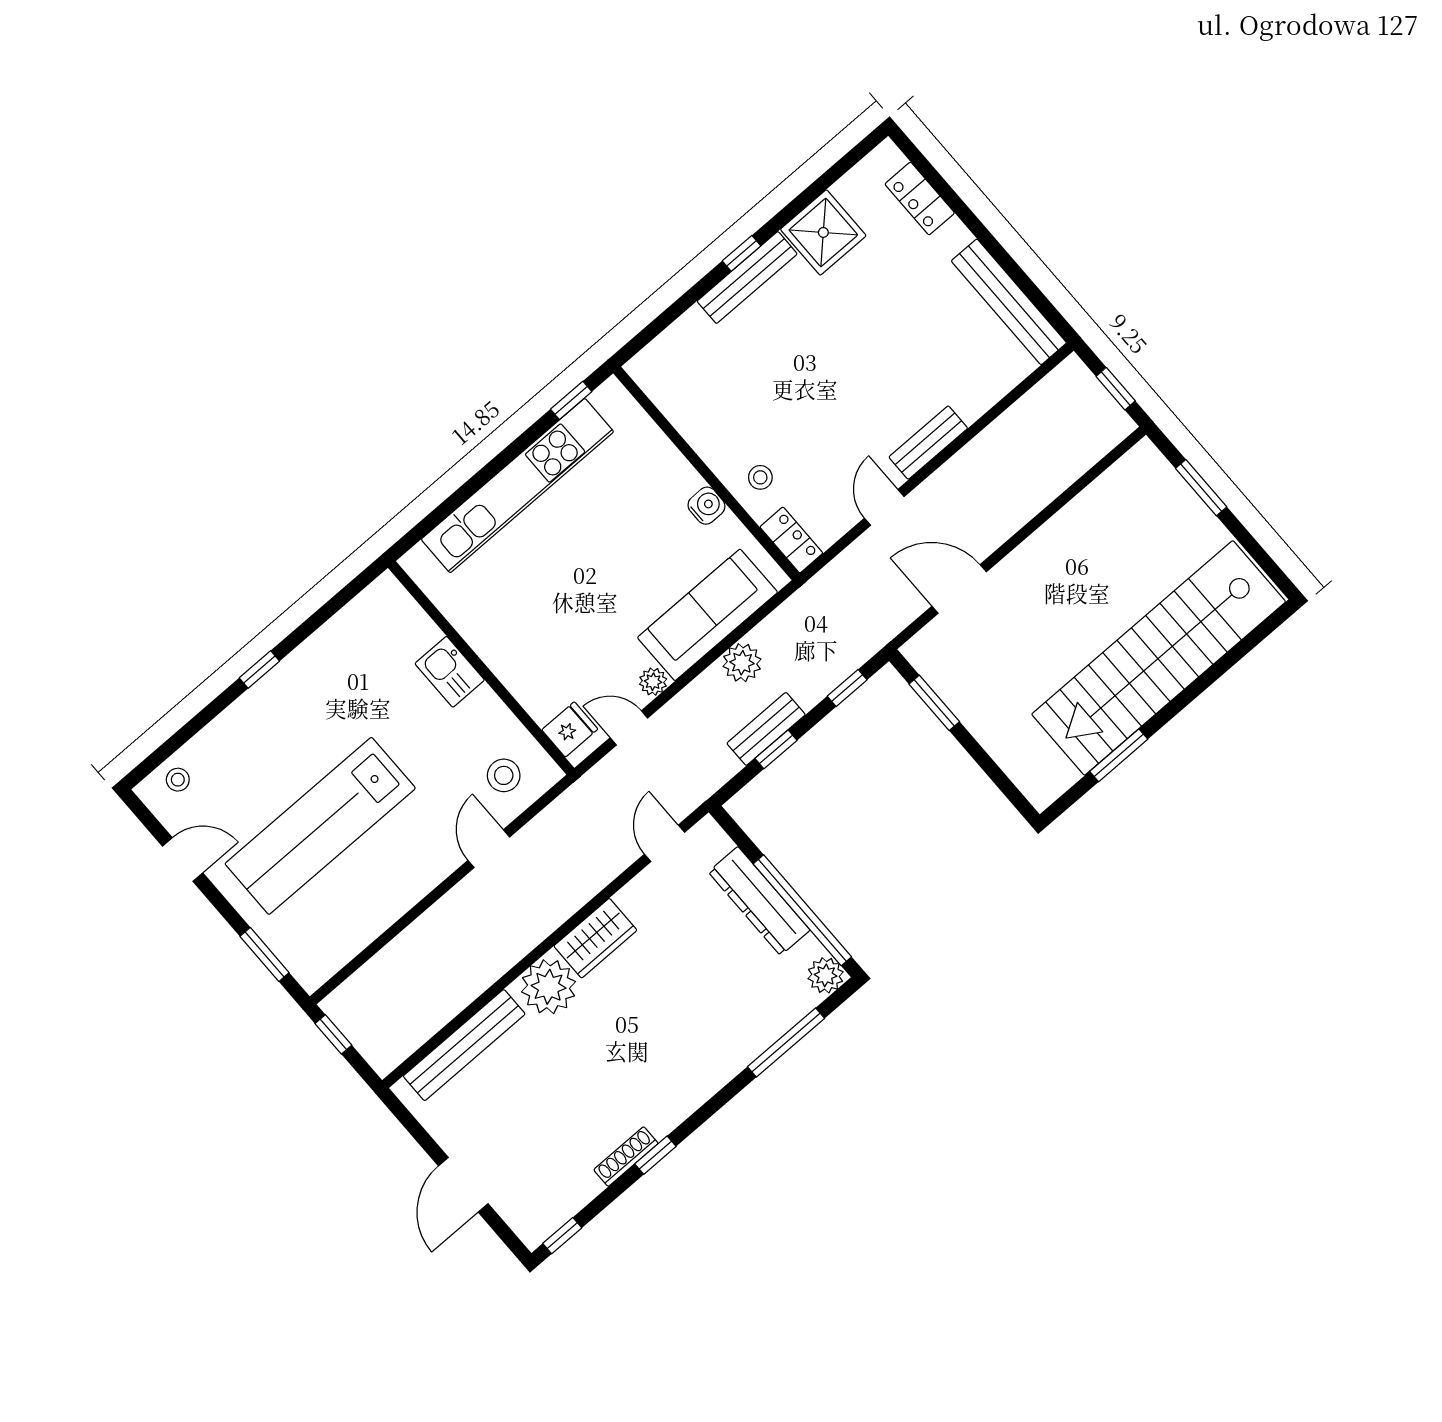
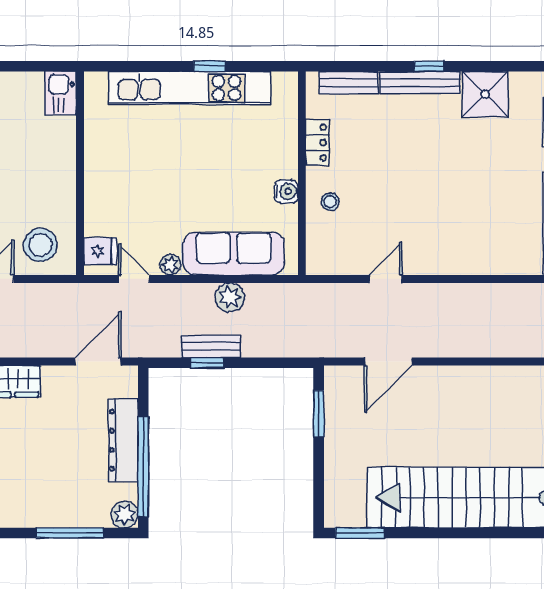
window: (571, 400) -> (210, 66), moved
bench: (928, 443) -> (349, 83), moved
locker: (791, 540) -> (317, 143), moved
door: (959, 589) -> (388, 362), swing flipped
kitchen sink: (450, 672) -> (60, 93), moved
window: (847, 688) -> (277, 363), removed
window: (1119, 755) -> (360, 533), moved
stool: (504, 775) -> (40, 245), width x1.38, depth x1.38
door: (664, 843) -> (98, 362), width x1.38

